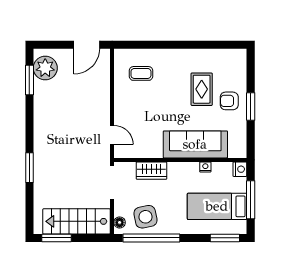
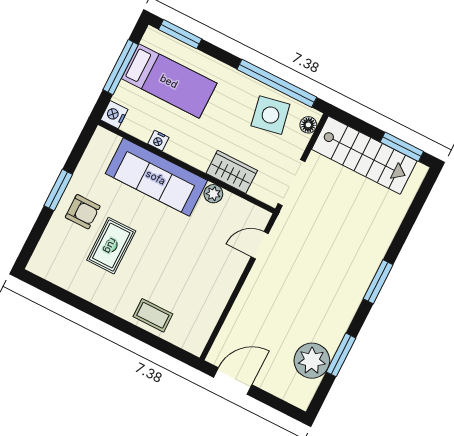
plant: (45, 68) -> (312, 361), moved
coffee table: (141, 73) -> (153, 315), moved
window: (29, 80) -> (341, 355), moved
door: (112, 135) -> (260, 245), hinge flipped
plant: (156, 152) -> (213, 194), added
window: (29, 168) -> (378, 282), moved

